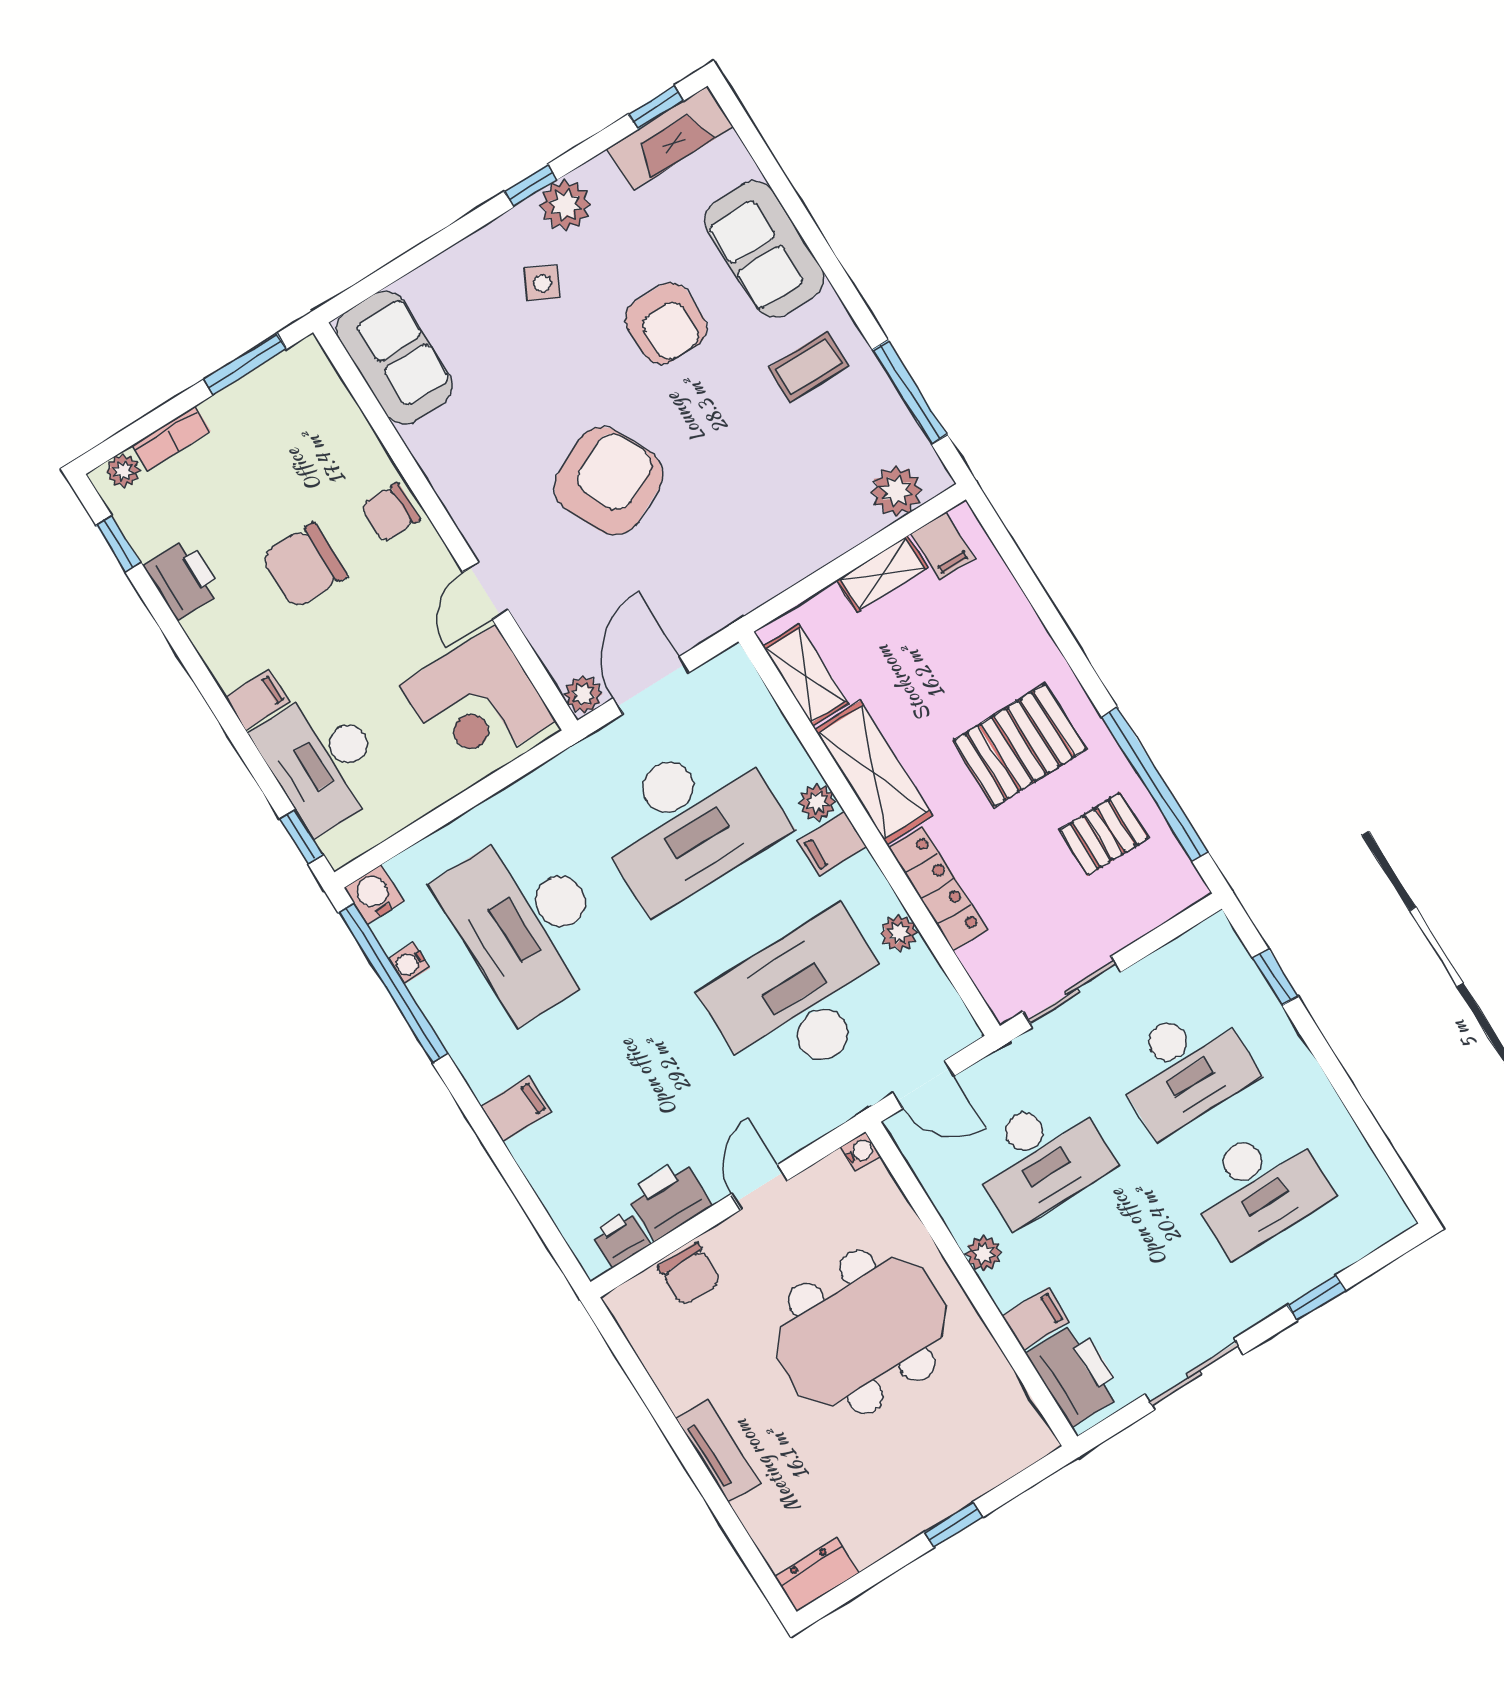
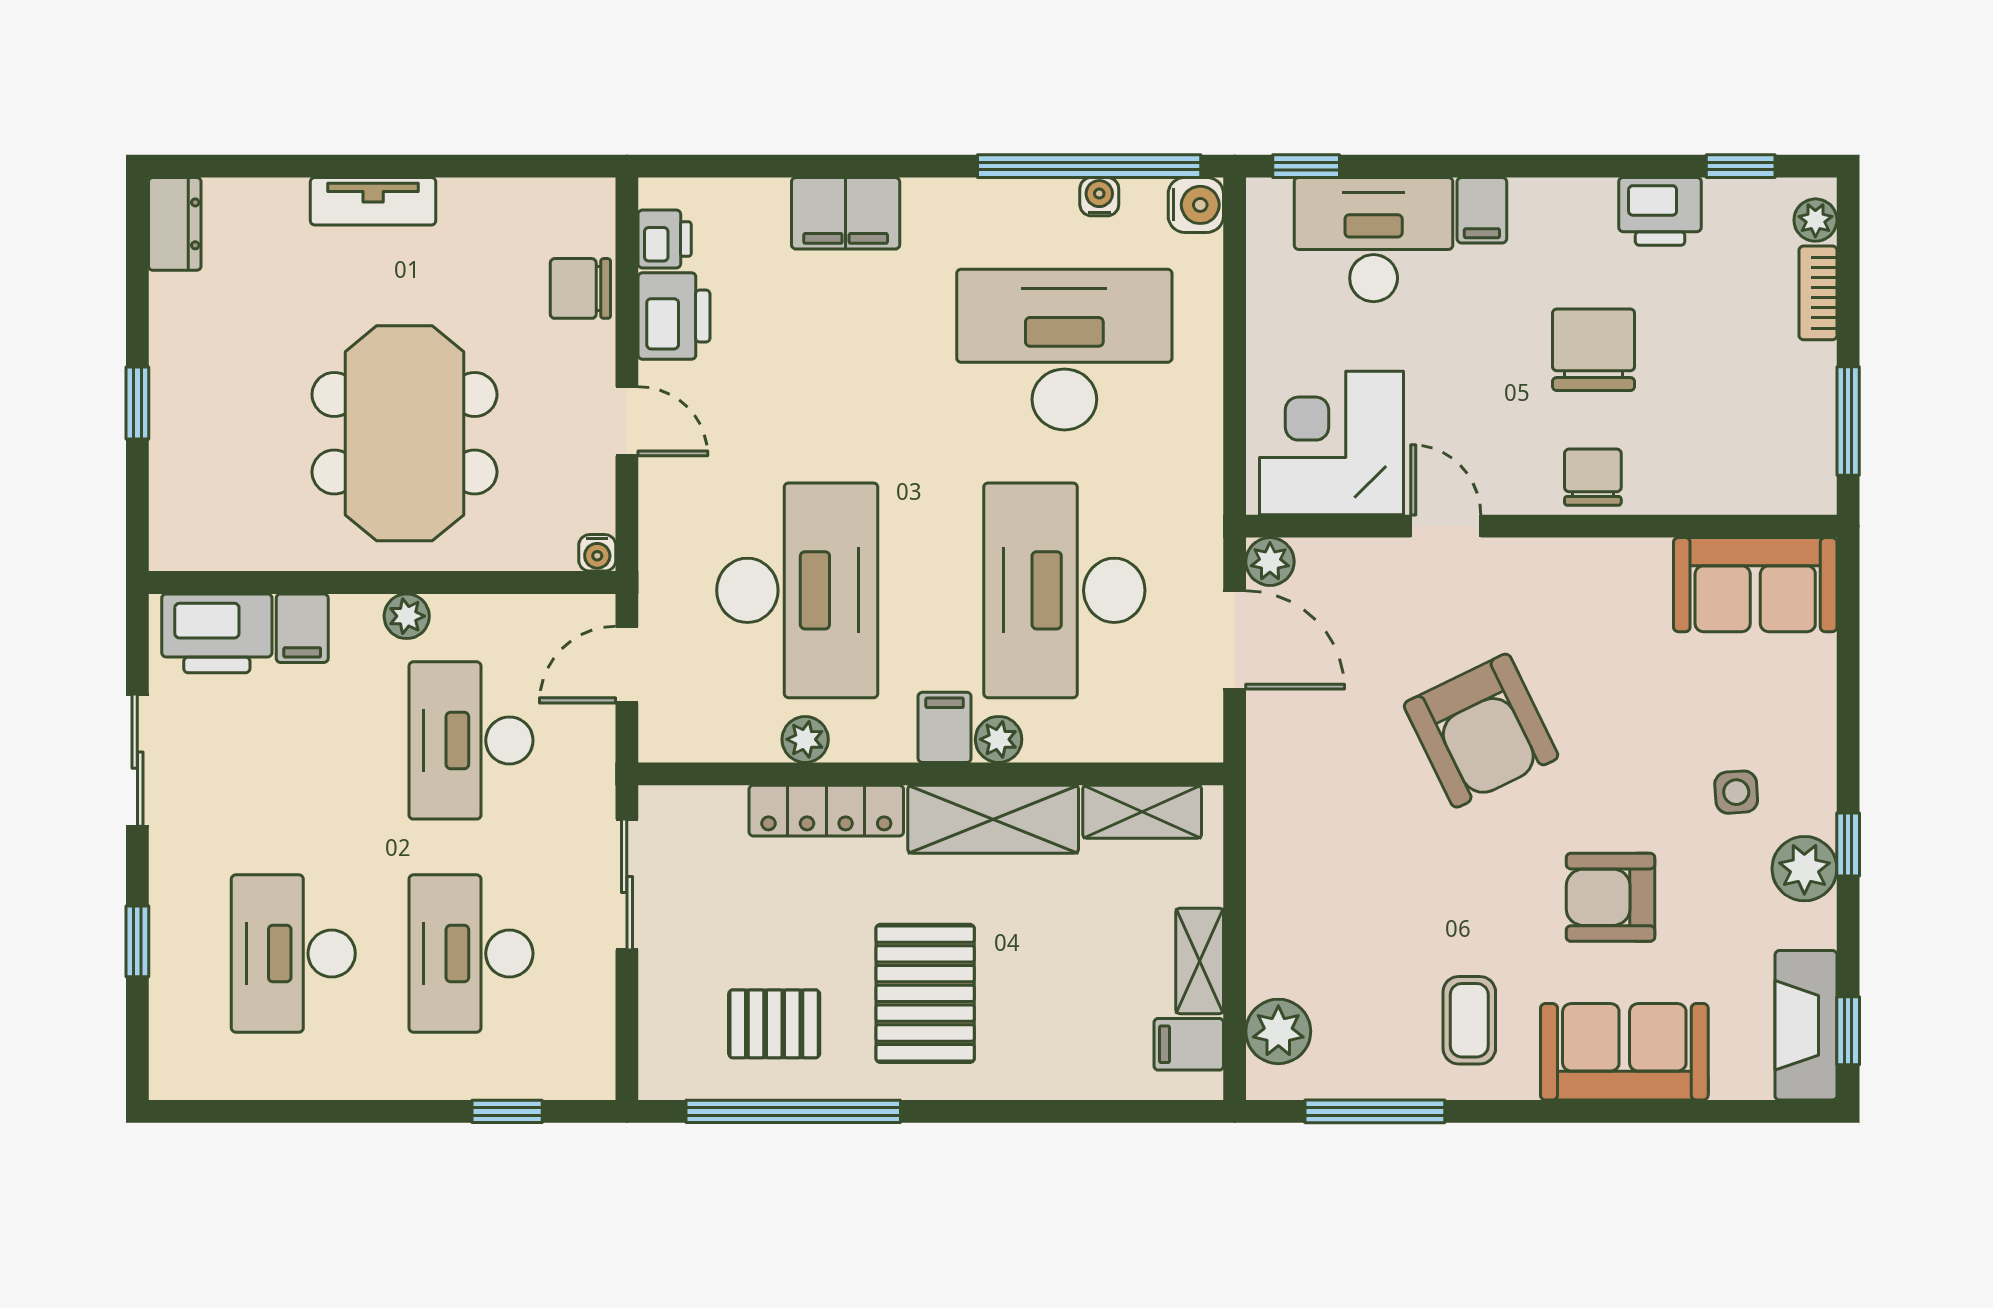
side table: (542, 283) -> (1736, 792), turned -32
pallet: (1104, 834) -> (774, 1024), turned 90
filing cabinet: (516, 1109) -> (846, 213), width x2.00

